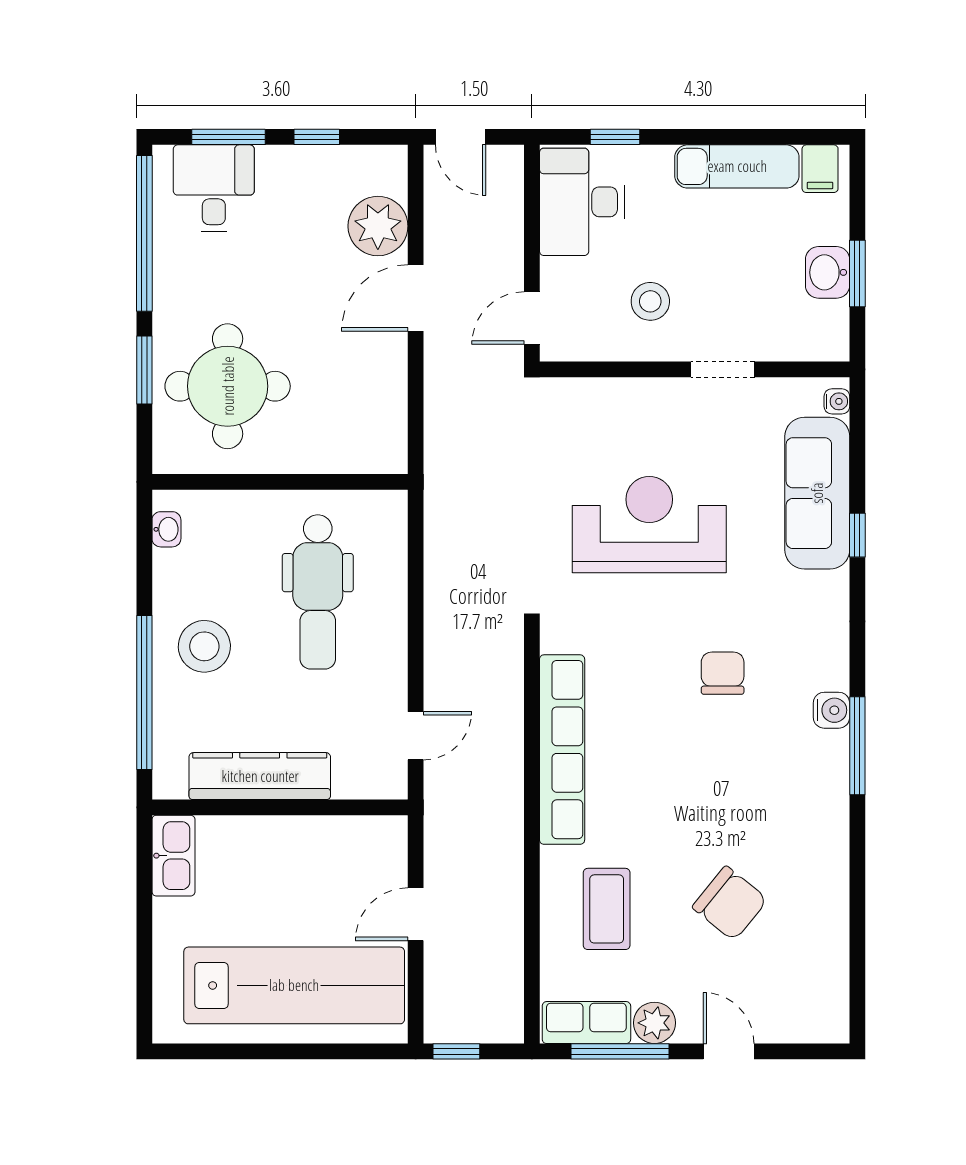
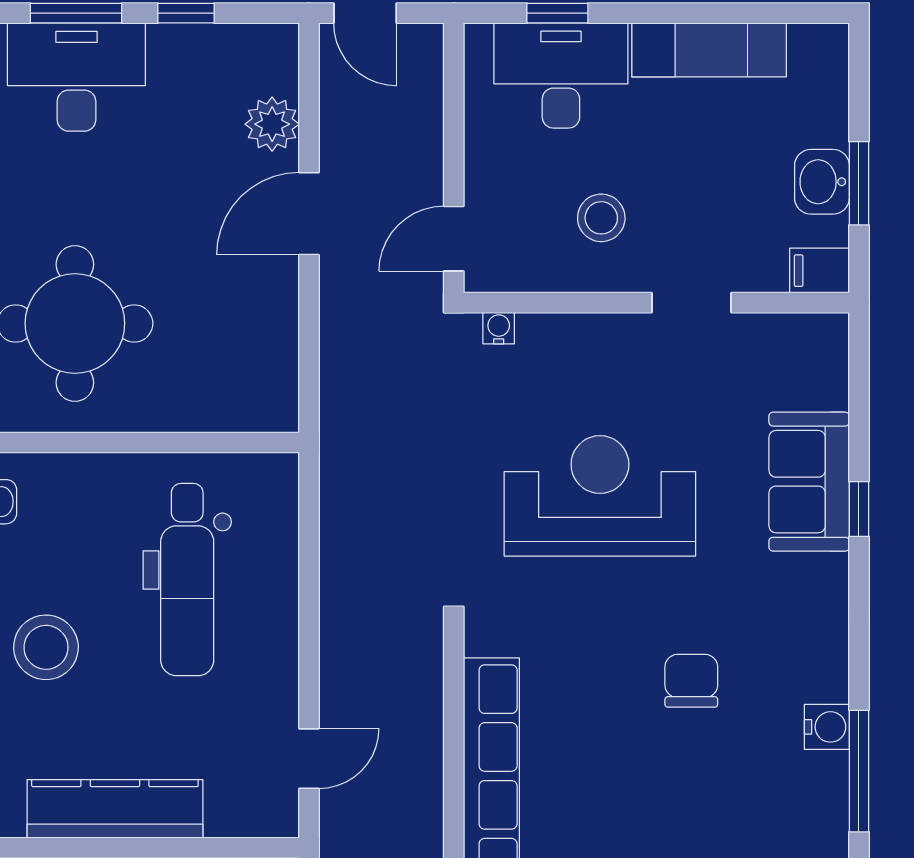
filing cabinet: (820, 169) -> (820, 271), moved, turned 90
desk: (214, 188) -> (76, 77), width x1.37
desk: (582, 202) -> (561, 75), moved, turned 90
plant: (378, 226) -> (272, 124), width x0.73, depth x0.73
water cooler: (837, 401) -> (499, 328), moved, turned -90
sofa: (817, 493) -> (809, 482), width x0.73

